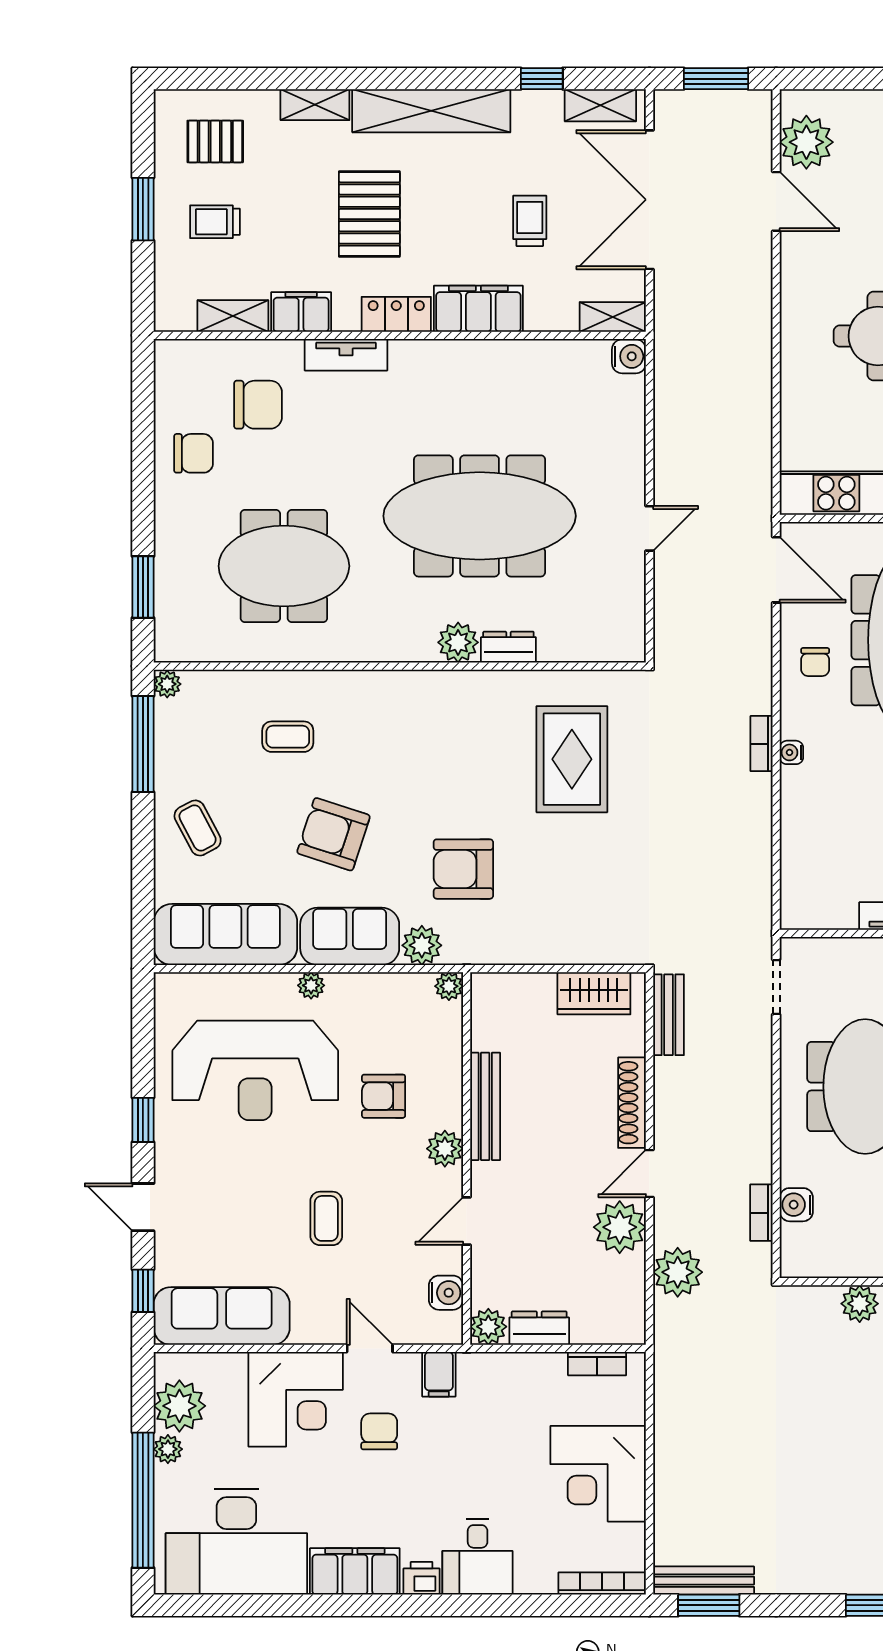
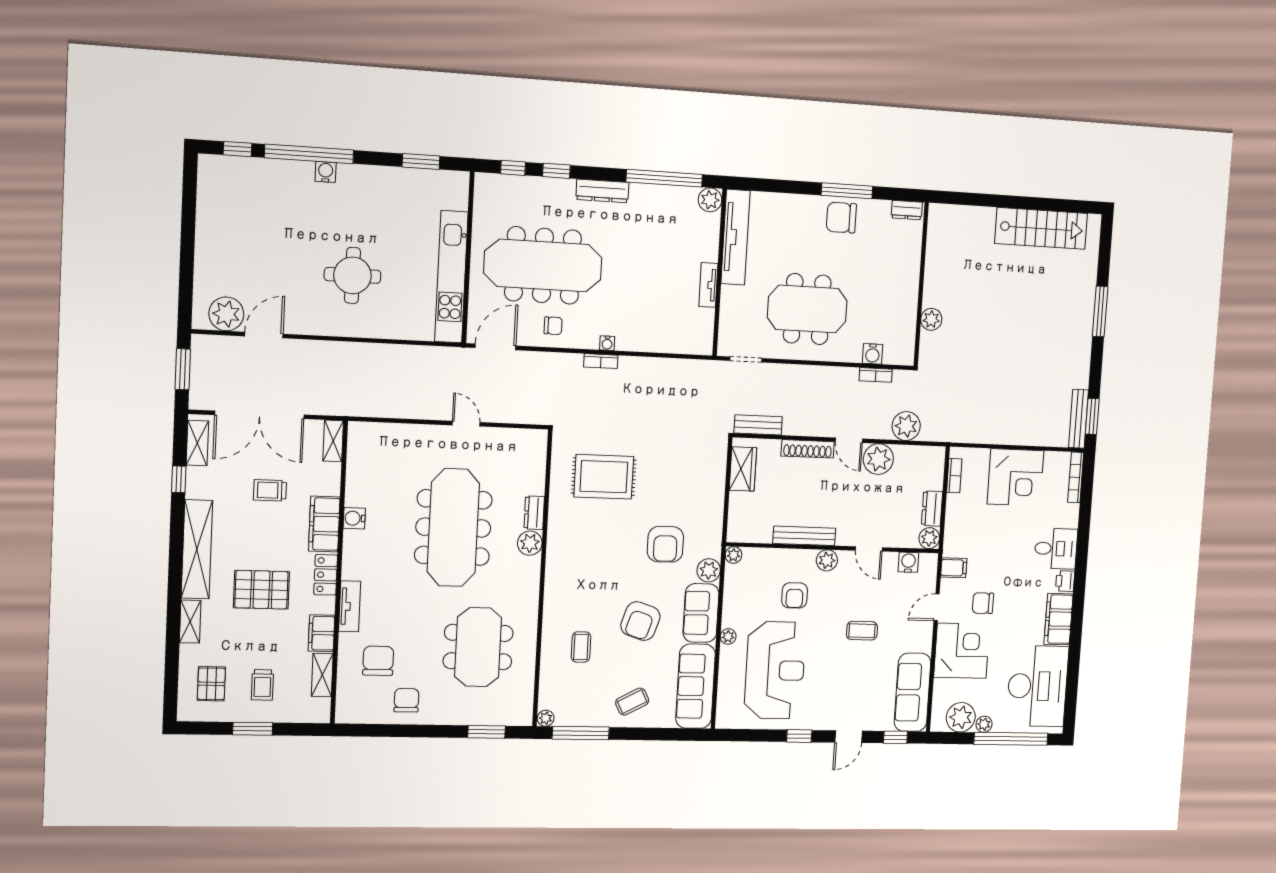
water cooler: (629, 356) -> (354, 518), moved, turned -90

